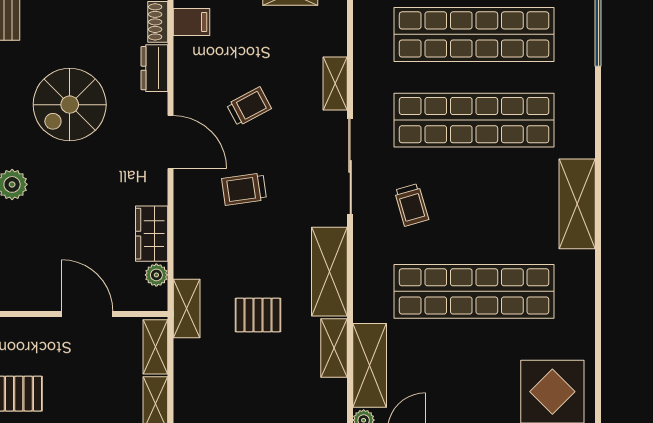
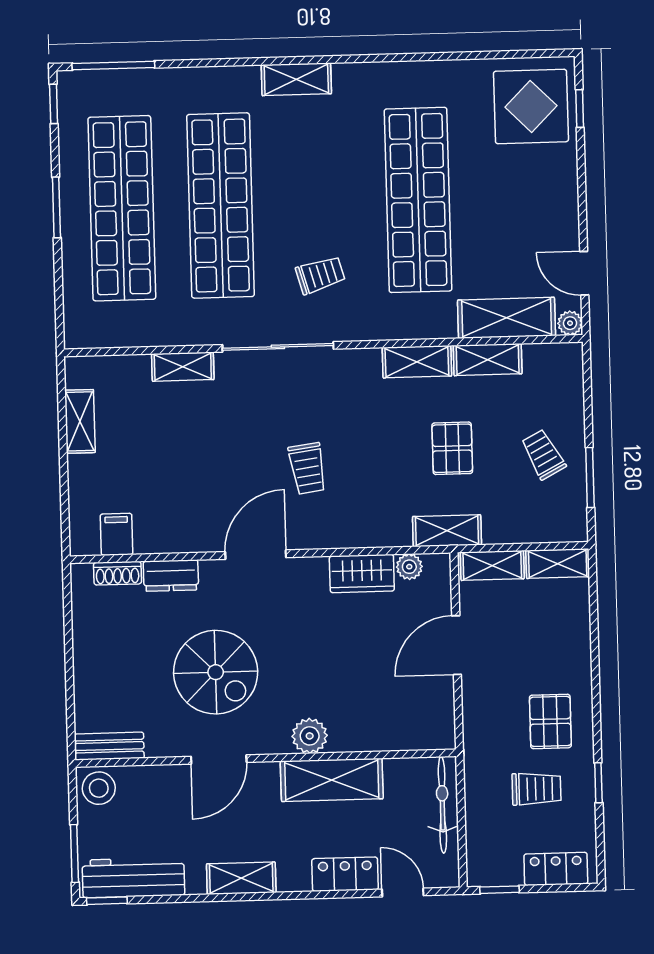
trolley: (249, 106) -> (543, 454), moved
shelving: (577, 204) -> (296, 79), width x0.67, depth x0.75
shelving: (329, 272) -> (417, 362), width x0.67, depth x0.75

